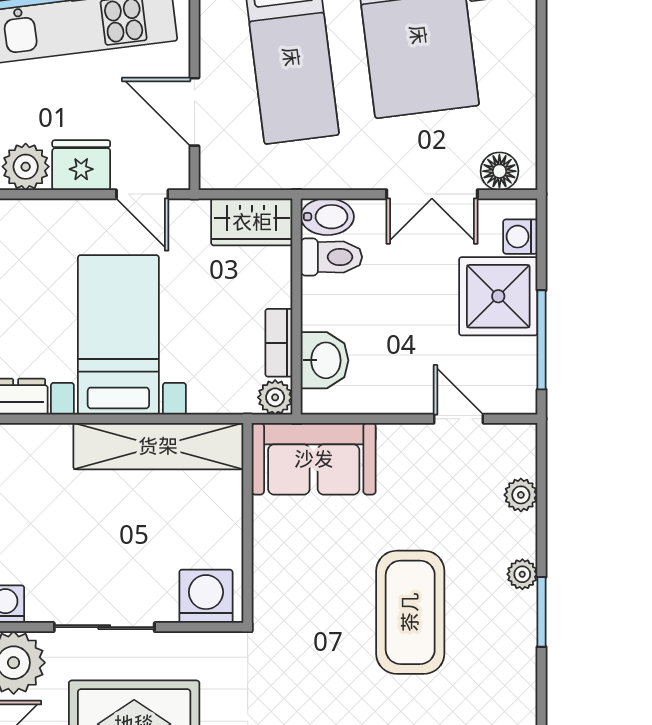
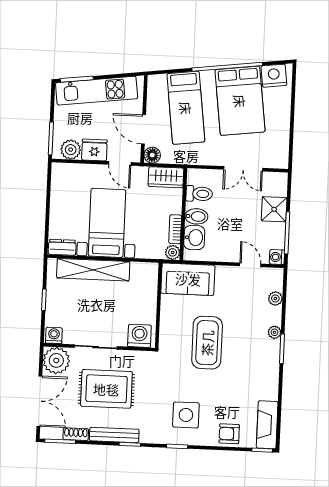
floor lamp: (499, 171) -> (152, 155), moved
bidet: (327, 217) -> (196, 216), moved
washing machine: (520, 237) -> (277, 257), moved
shower: (498, 296) -> (274, 209), width x0.73, depth x0.73
shelving: (158, 446) -> (93, 270), moved
coffee table: (410, 612) -> (207, 343), moved

